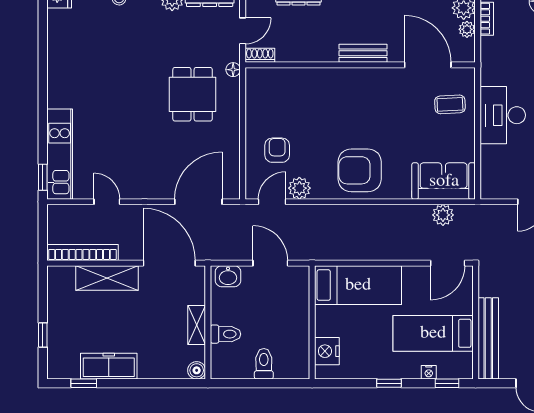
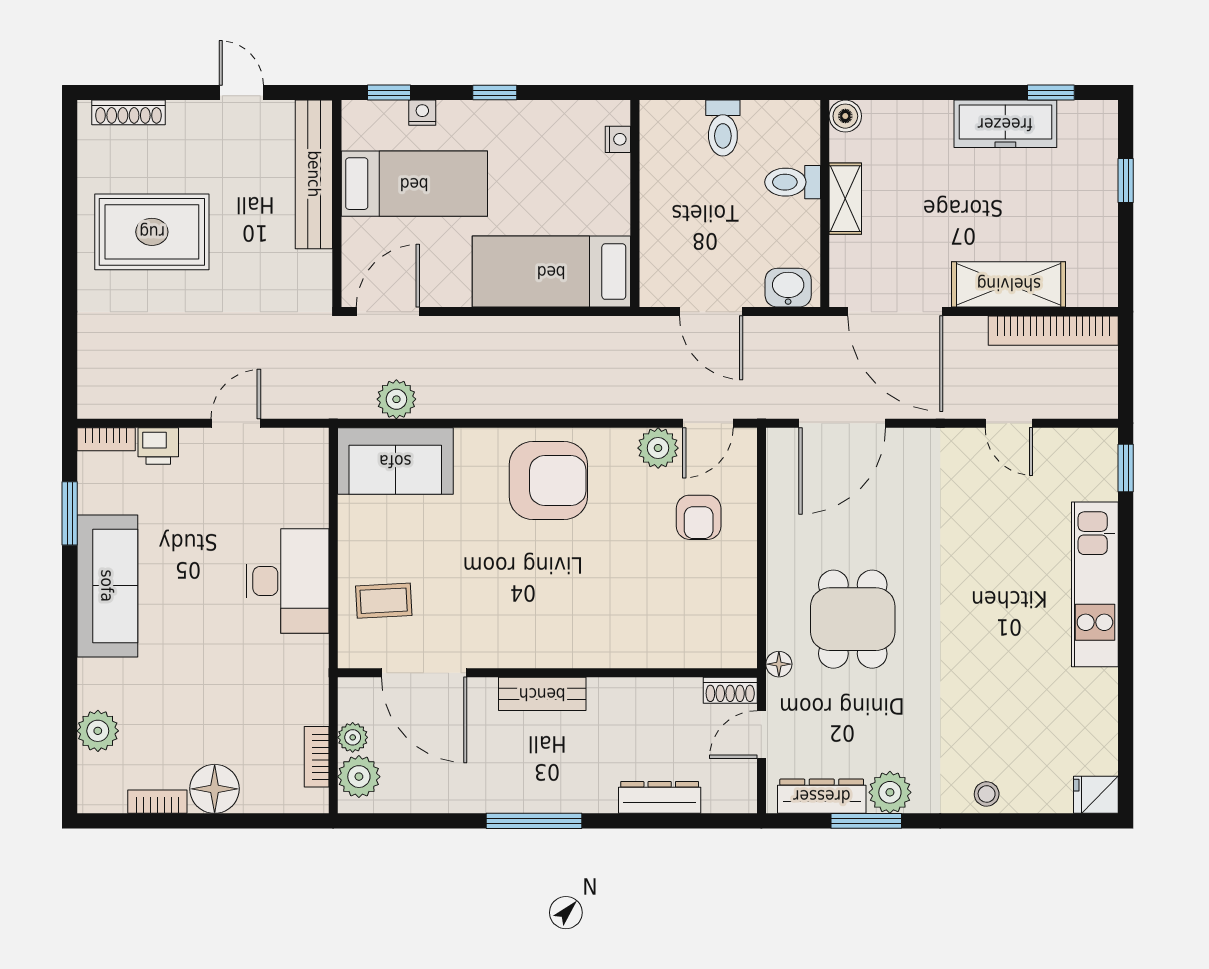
kitchen unit: (60, 154) -> (1095, 584), moved
nightstand: (327, 351) -> (618, 139), width x0.53, depth x0.56

